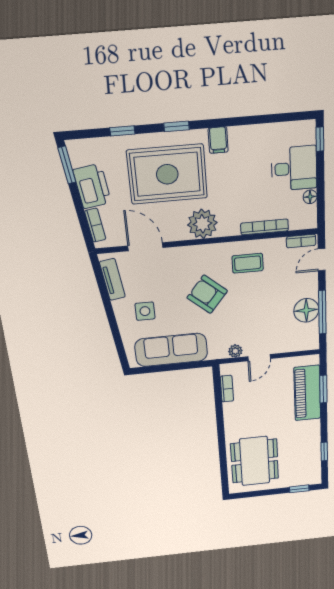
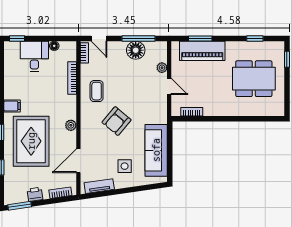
printer: (92, 186) -> (35, 194), width x0.53, depth x0.68
plant: (202, 224) -> (71, 125), width x0.53, depth x0.53
plant: (235, 351) -> (162, 68), moved
dining table: (255, 461) -> (254, 79), moved

